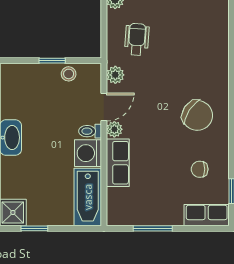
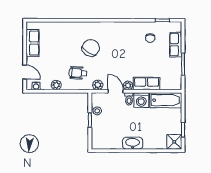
chair: (197, 115) -> (91, 48), moved
row of seats: (207, 215) -> (176, 45), moved

